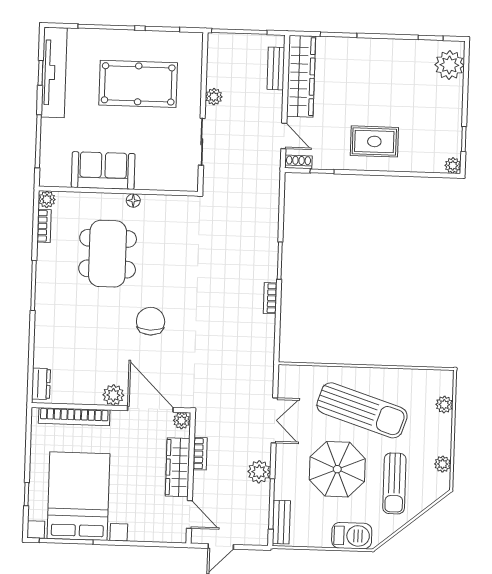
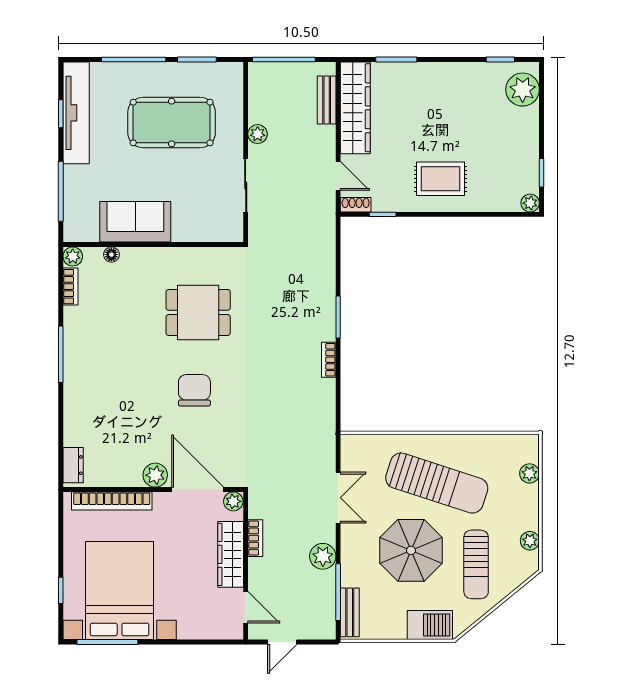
floor lamp: (133, 201) -> (111, 255), moved
dining table: (108, 254) -> (198, 312), moved, width x0.73

